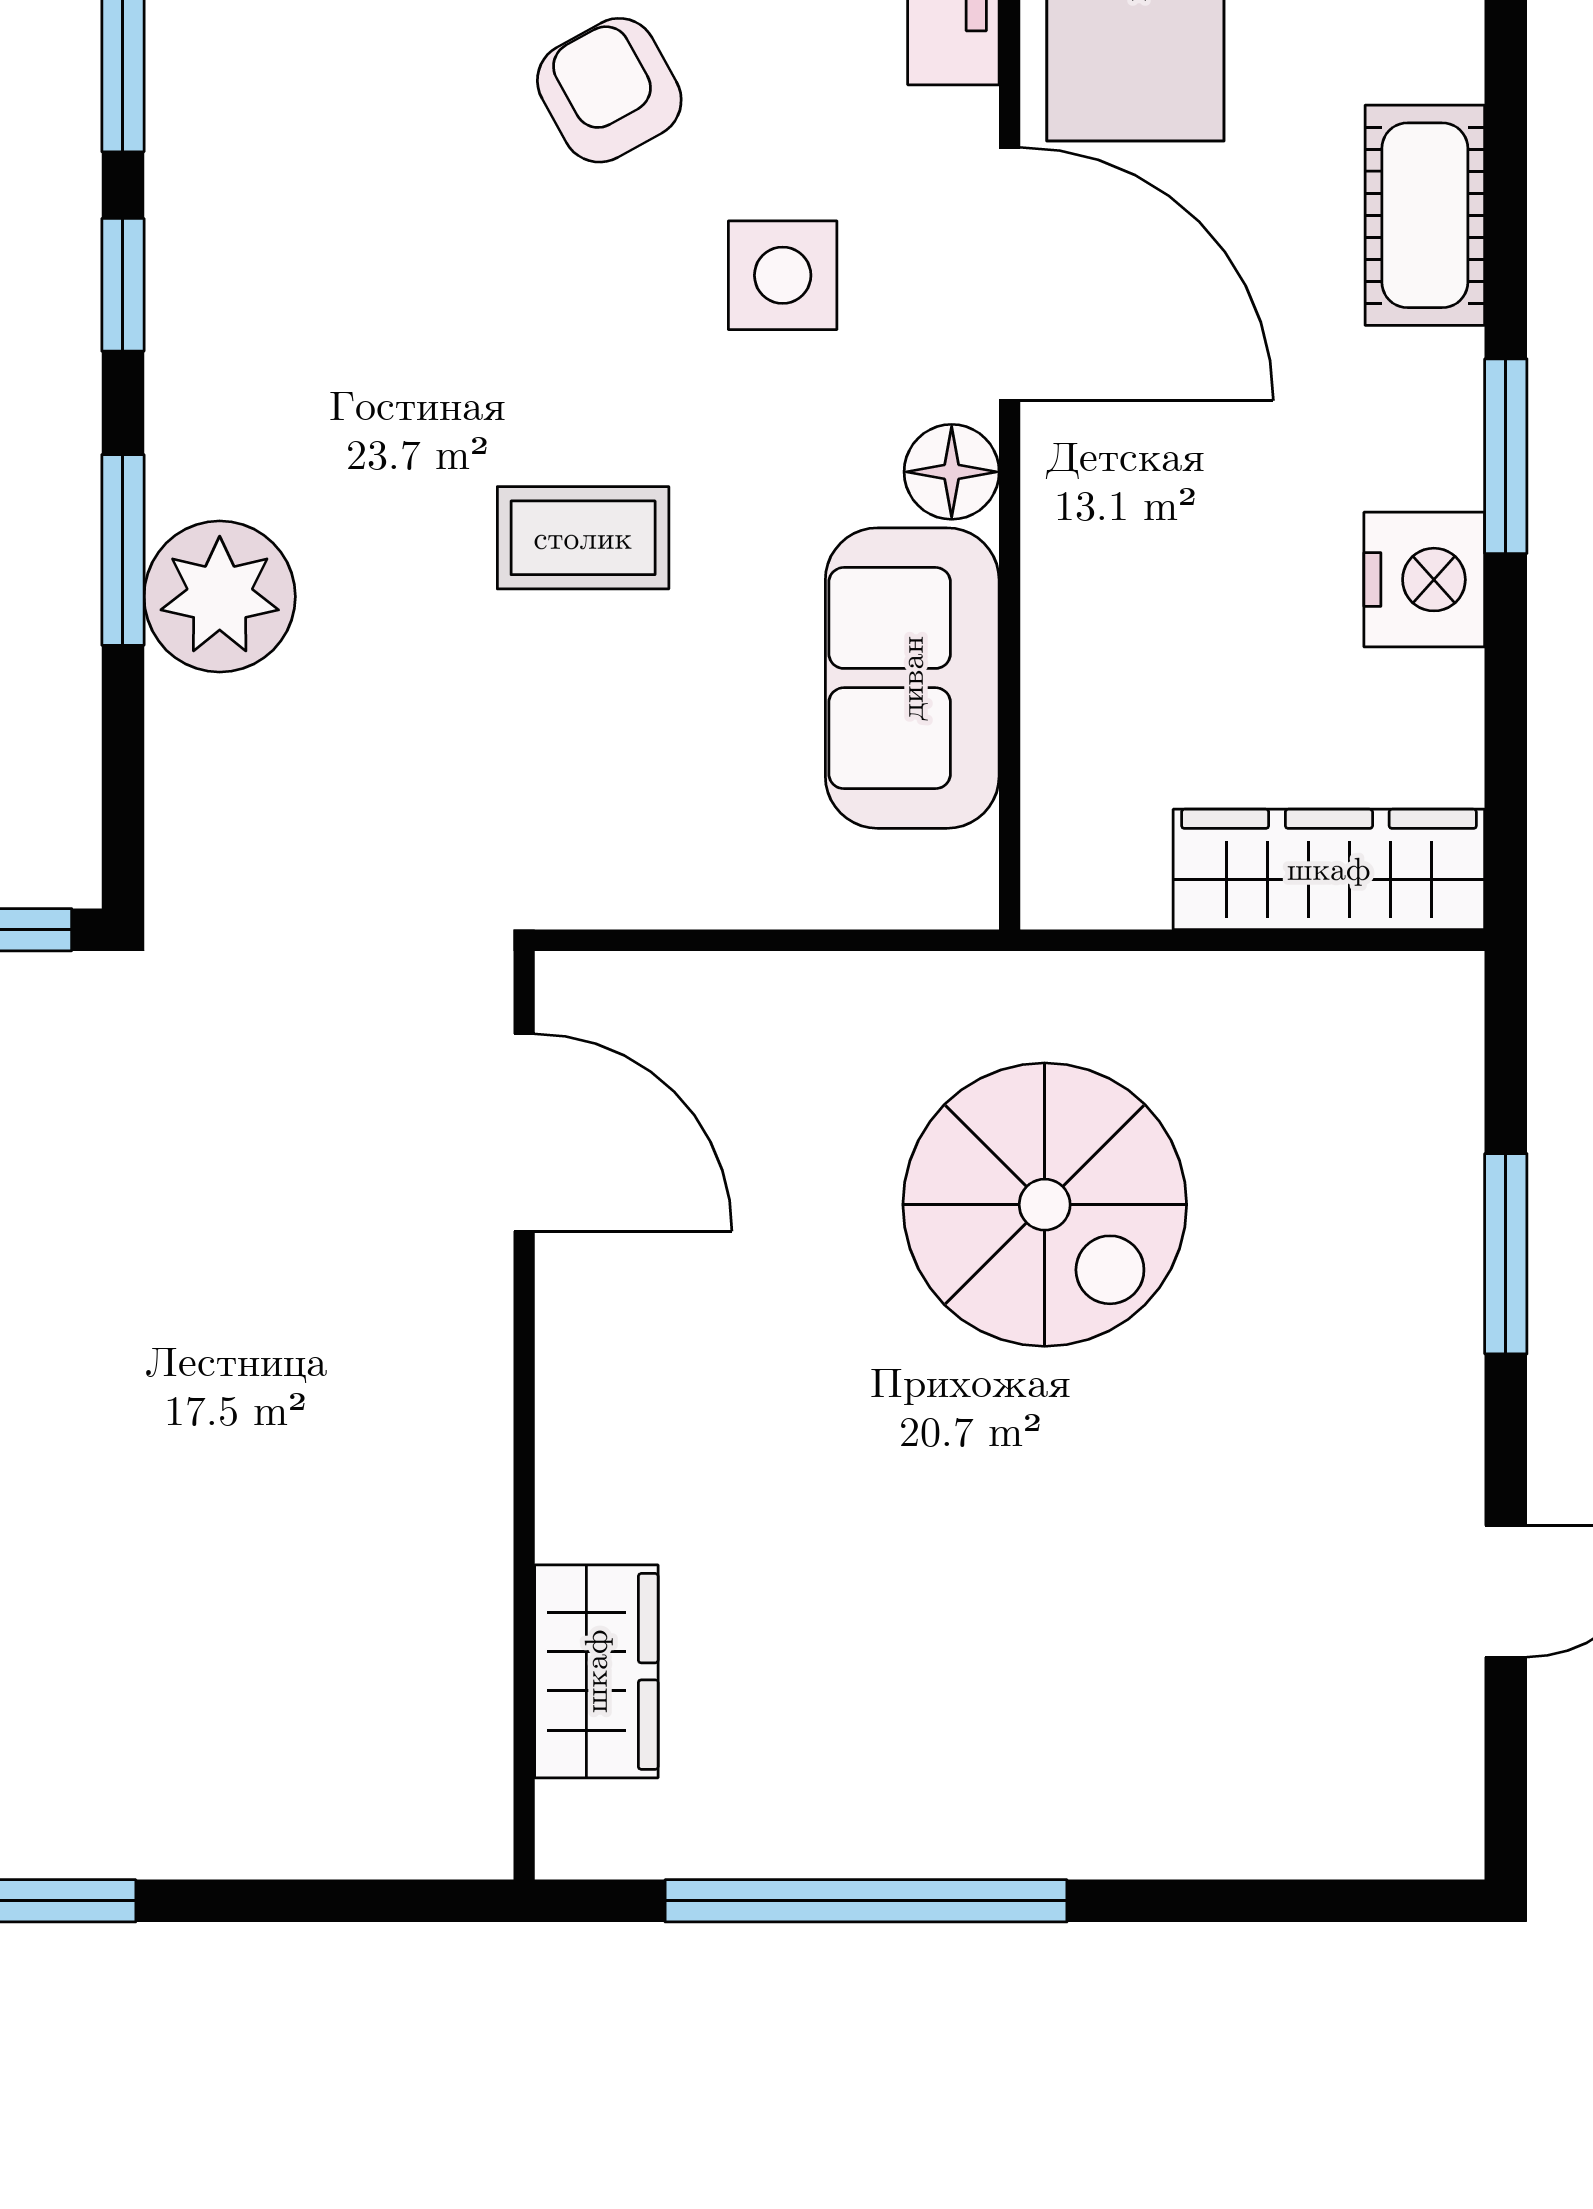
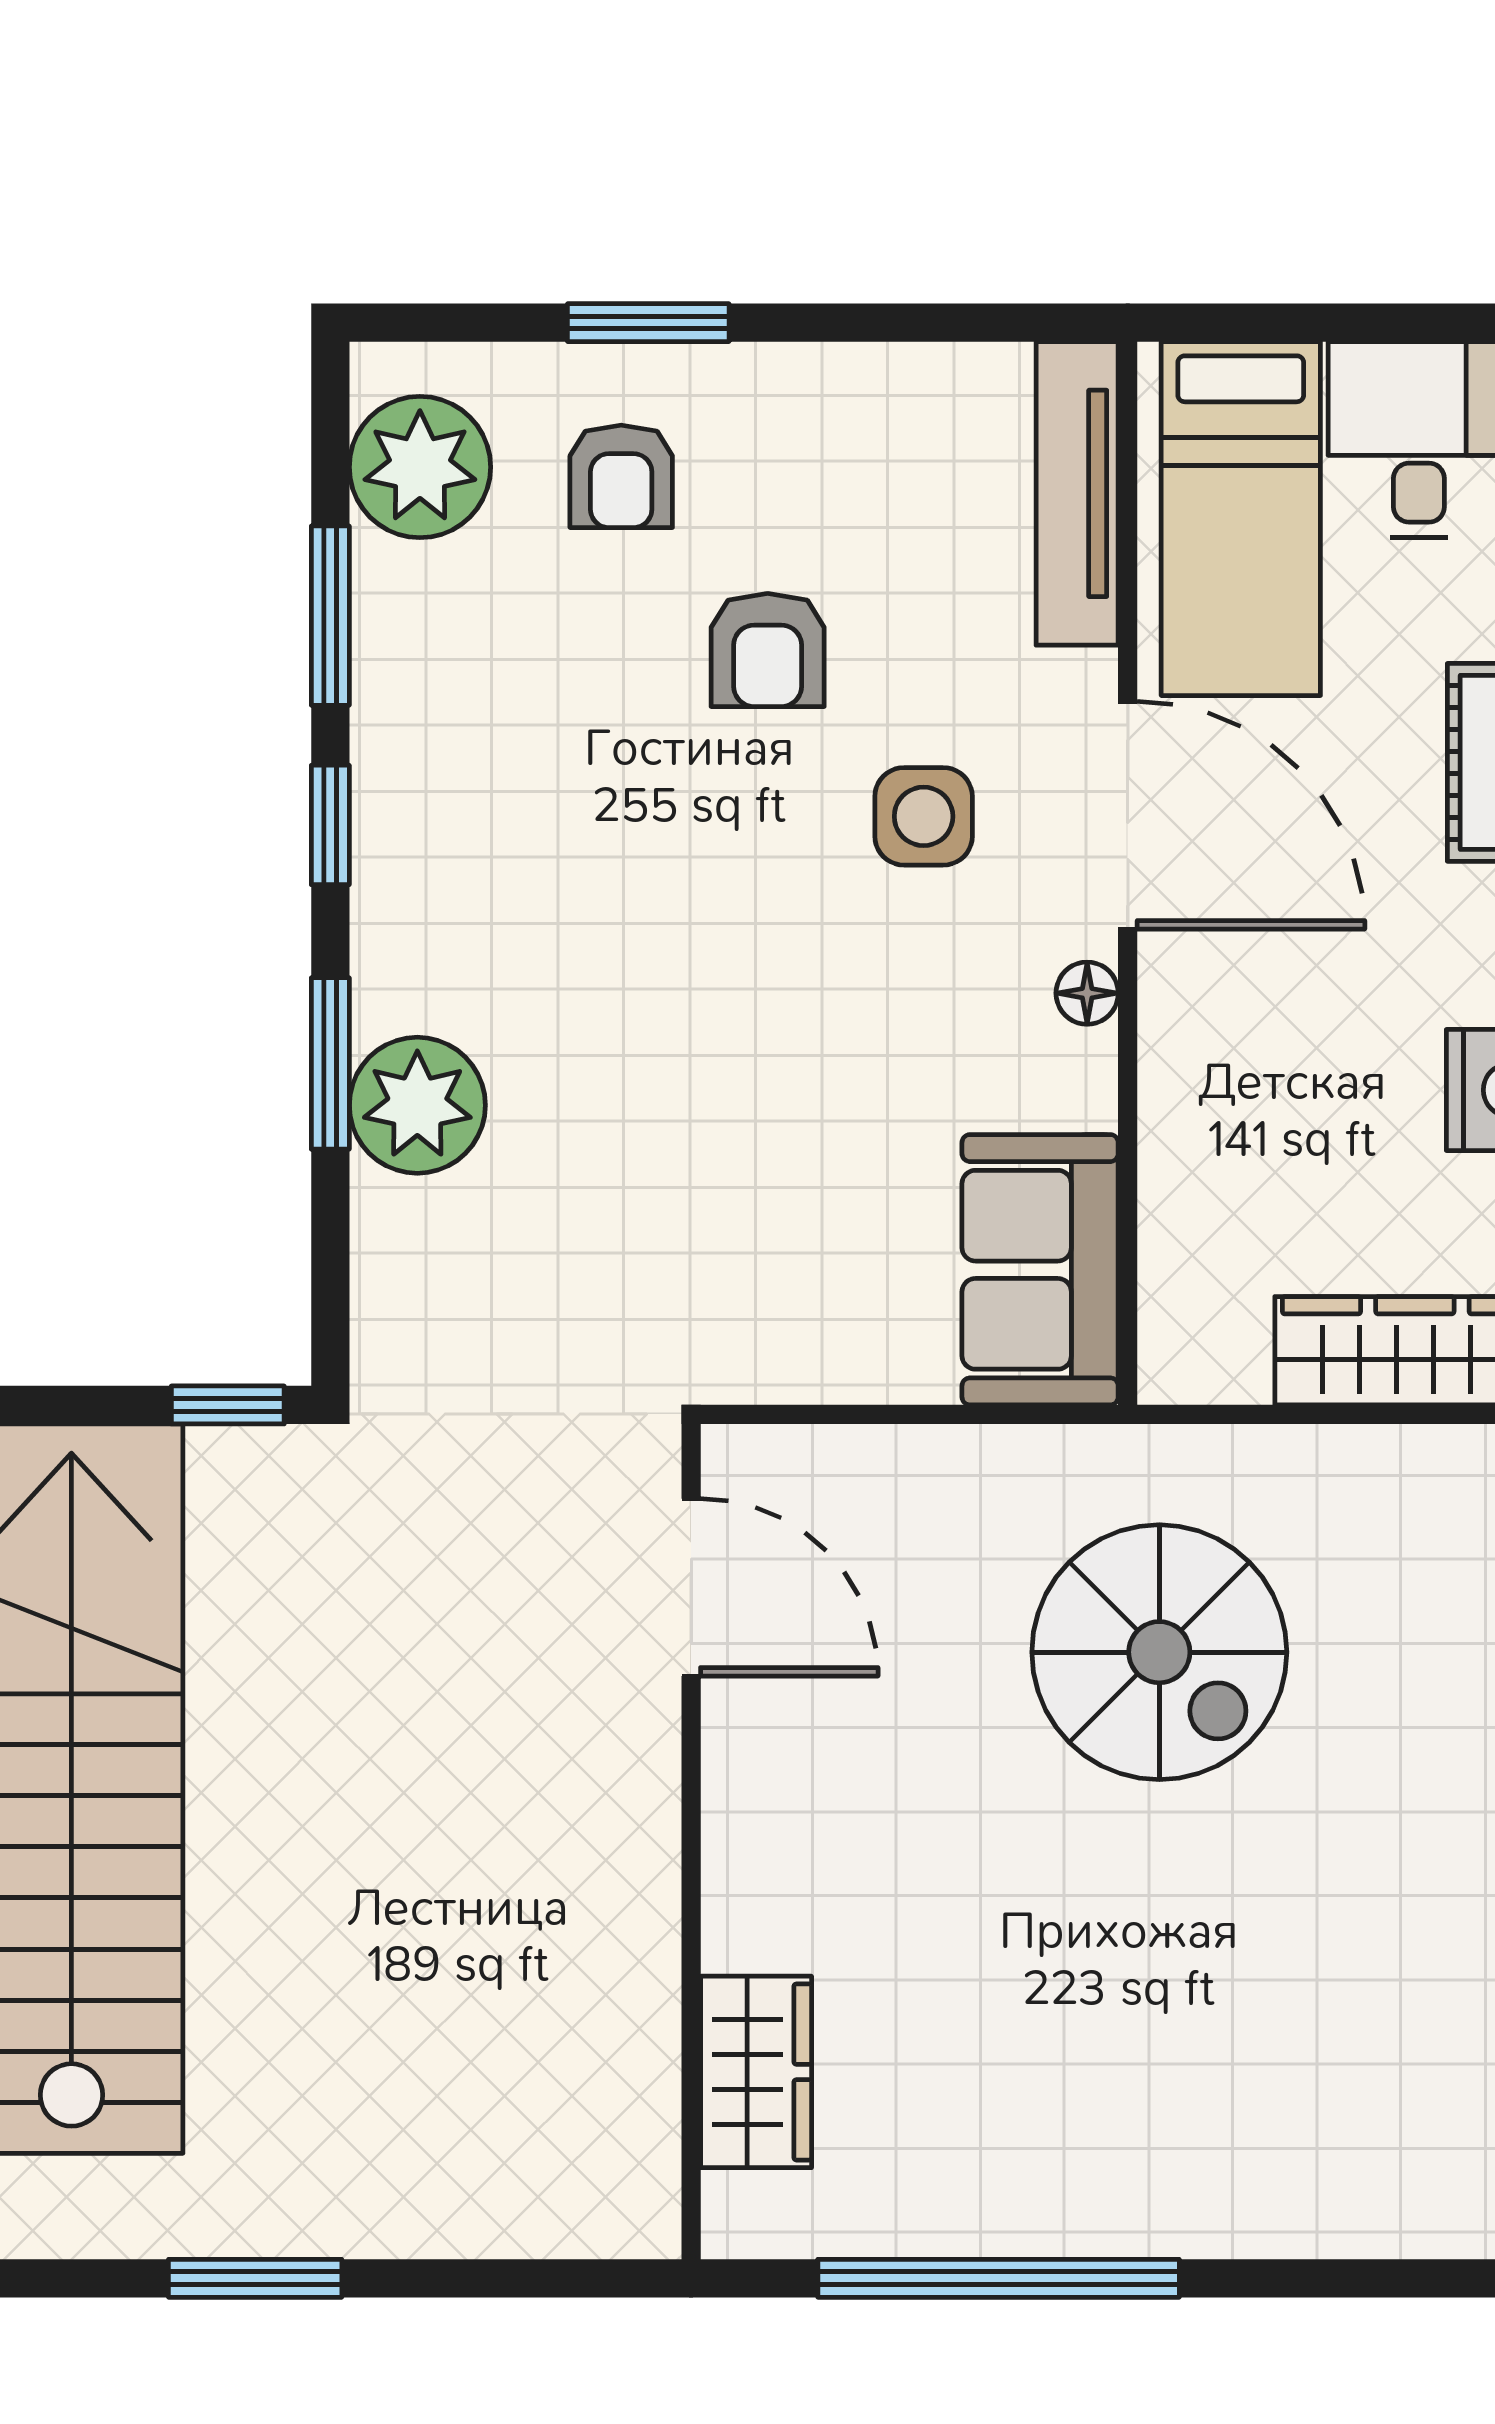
armchair: (609, 90) -> (768, 650), turned -151
floor lamp: (952, 472) -> (1087, 993), width x0.73, depth x0.73
coffee table: (583, 538) -> (744, 1052), removed
sofa: (912, 678) -> (1040, 1270), moved

